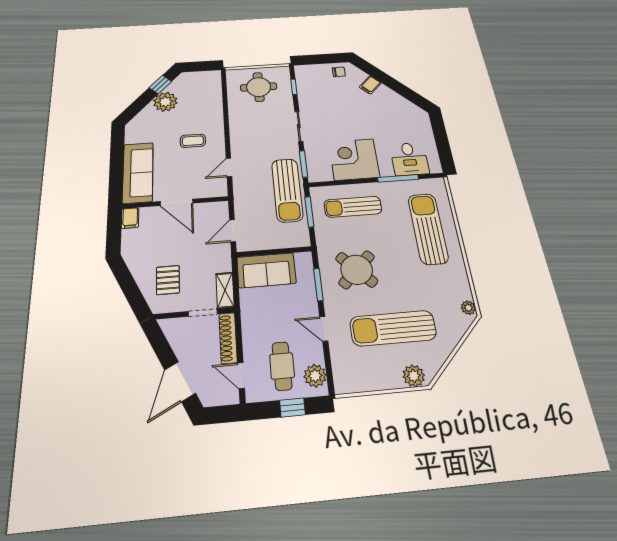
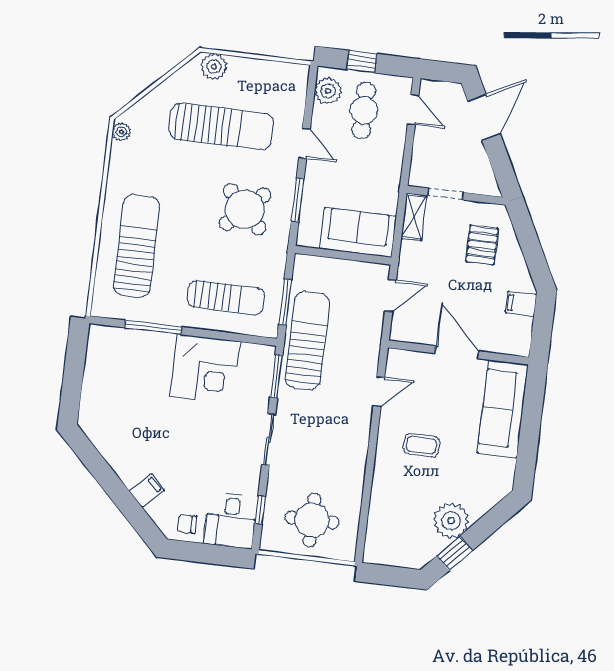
desk: (409, 159) -> (231, 521), moved, turned 180
filing cabinet: (130, 218) -> (521, 304), moved, turned -90
sun lounger: (428, 229) -> (137, 246), turned 180
shoe rack: (228, 338) -> (420, 157), removed

